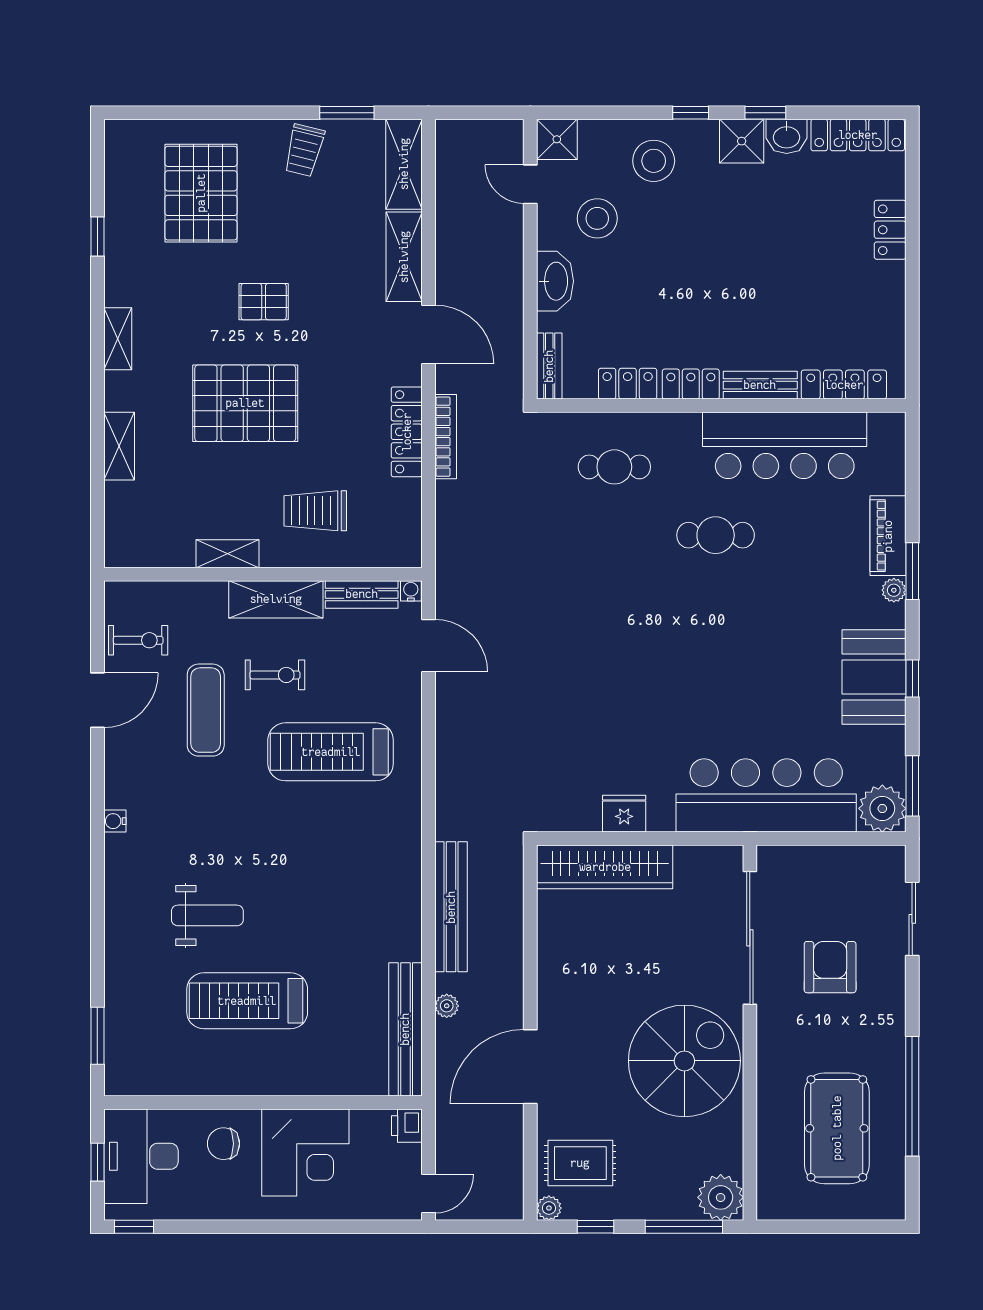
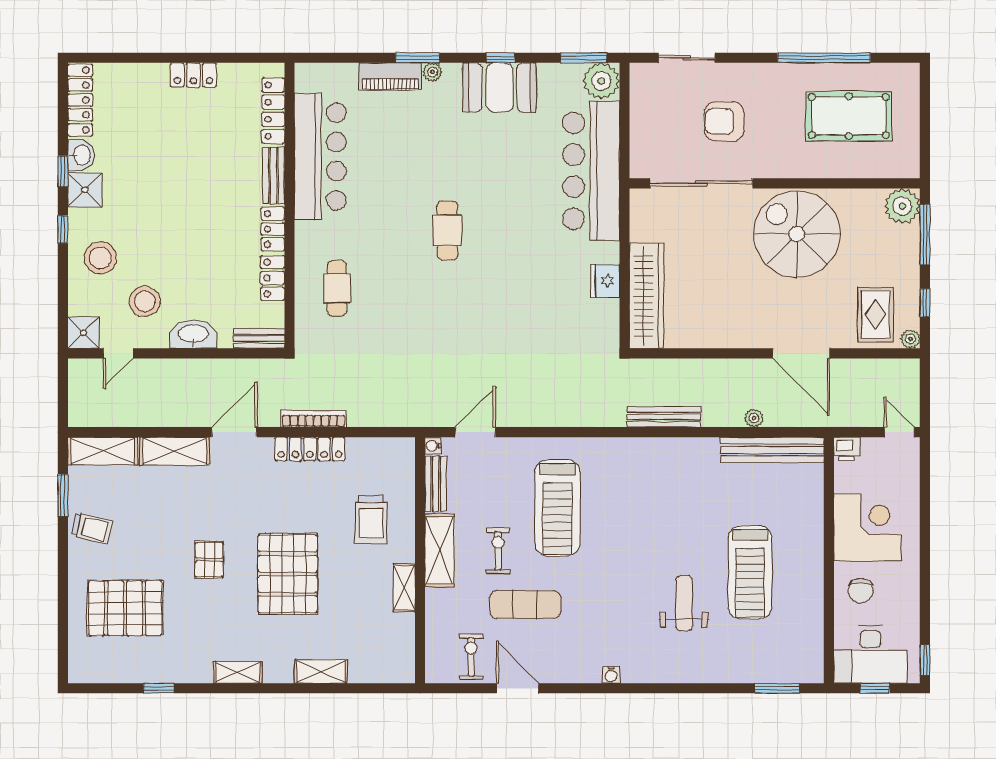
locker: (890, 230) -> (193, 75), moved
cafe table: (716, 535) -> (447, 230), moved
bench: (451, 907) -> (664, 417), width x0.73, depth x0.82

